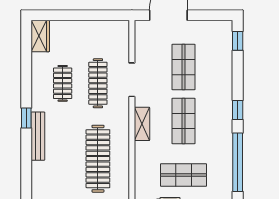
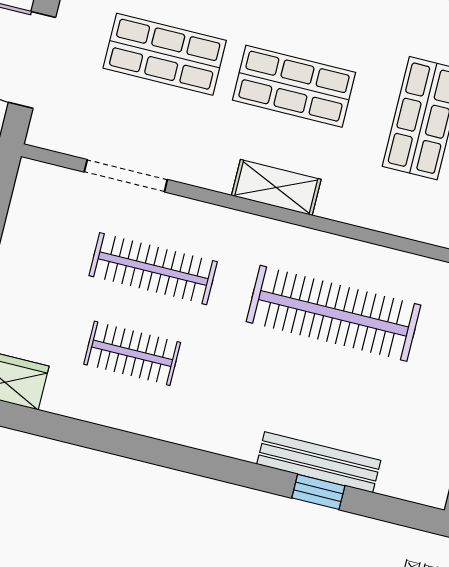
doorway: (132, 80) -> (126, 176), moved
window: (26, 118) -> (318, 492), moved
bench: (38, 136) -> (319, 462), moved

